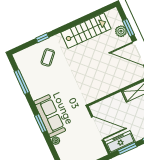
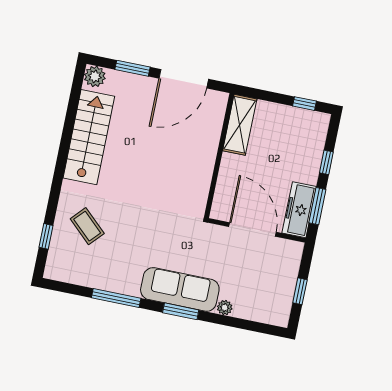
plant: (121, 31) -> (95, 76), moved
window: (42, 38) -> (46, 236), moved
window: (22, 82) -> (116, 298), moved
door: (97, 128) -> (252, 229), hinge flipped

